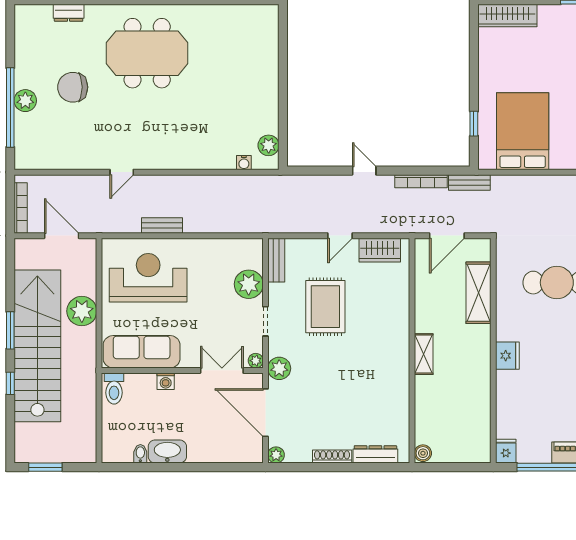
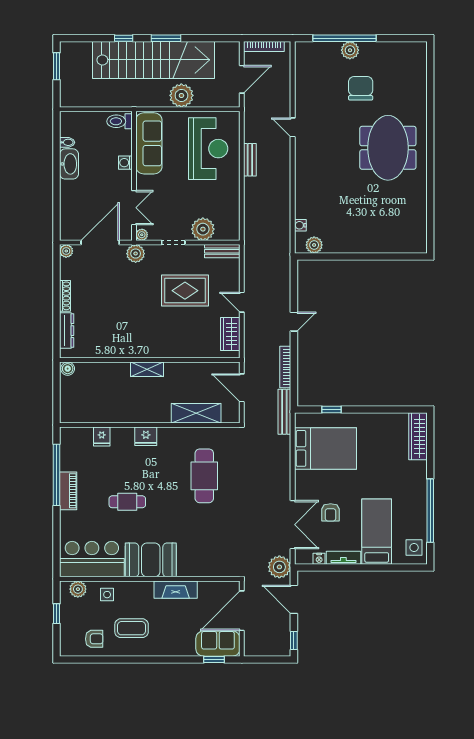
dresser: (69, 13) -> (420, 85), removed
bench: (469, 183) -> (284, 412), width x1.36
fridge: (506, 451) -> (102, 437), moved, turned 90

